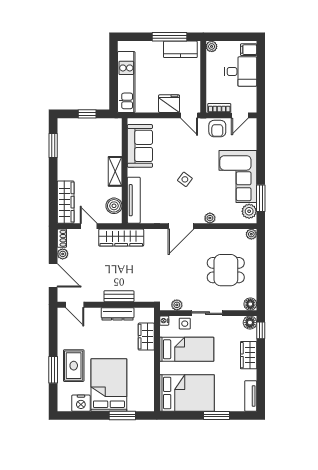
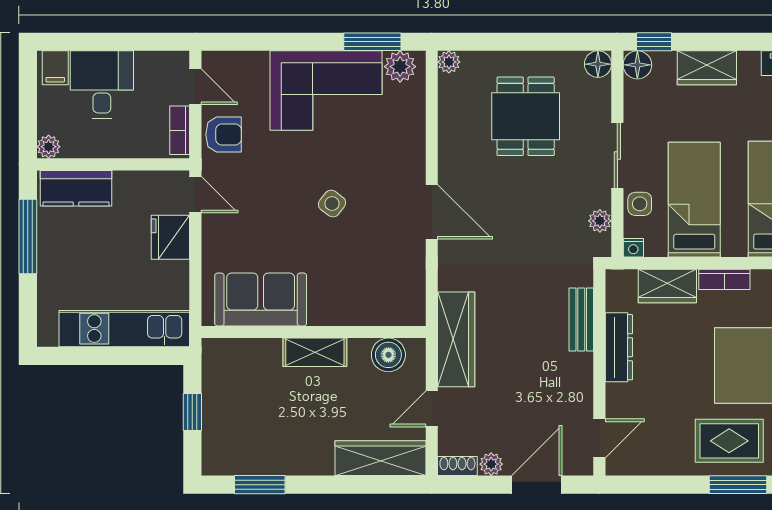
kitchen counter: (180, 49) -> (76, 188), moved, turned 90
door: (189, 115) -> (195, 195), hinge flipped
tv unit: (134, 200) -> (376, 313), removed
plant: (210, 218) -> (414, 150), removed
bench: (119, 296) -> (581, 320), moved
bookcase: (149, 363) -> (724, 279), added

